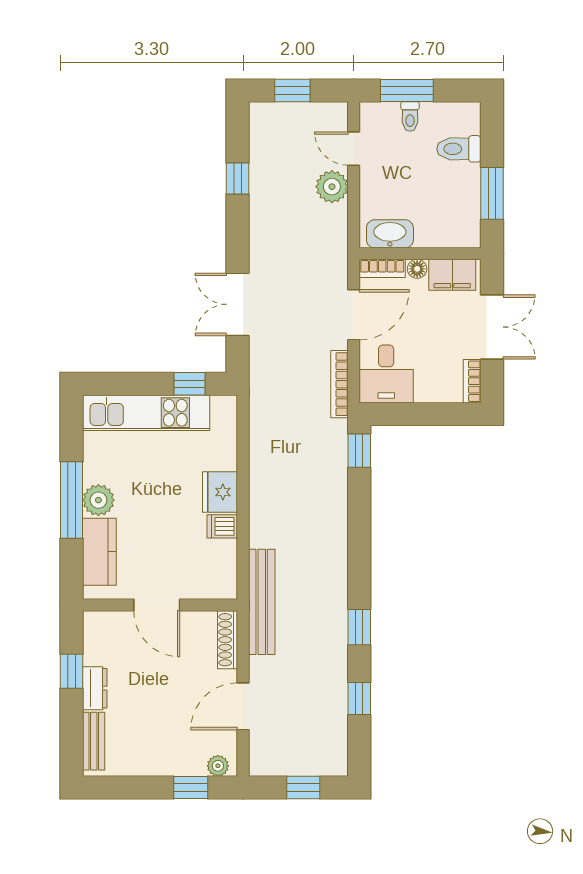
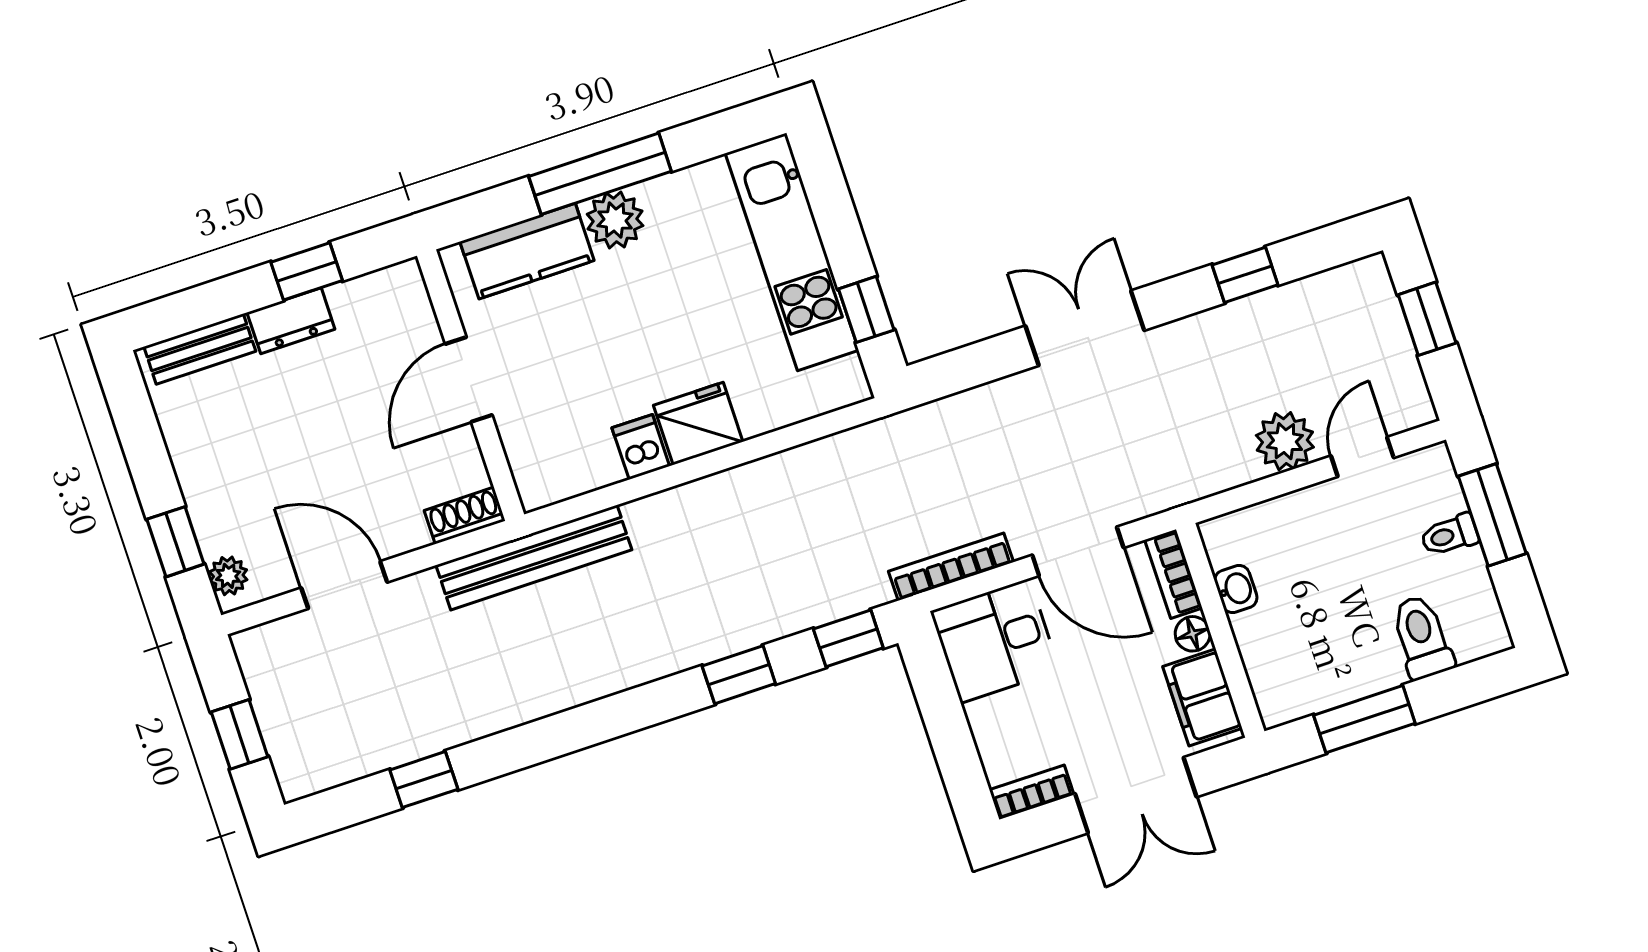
washbasin: (390, 234) -> (1236, 589), width x0.52, depth x0.69
double door: (237, 304) -> (1085, 328), moved
window: (359, 627) -> (739, 675), moved
shoe rack: (228, 640) -> (465, 516), width x0.70

